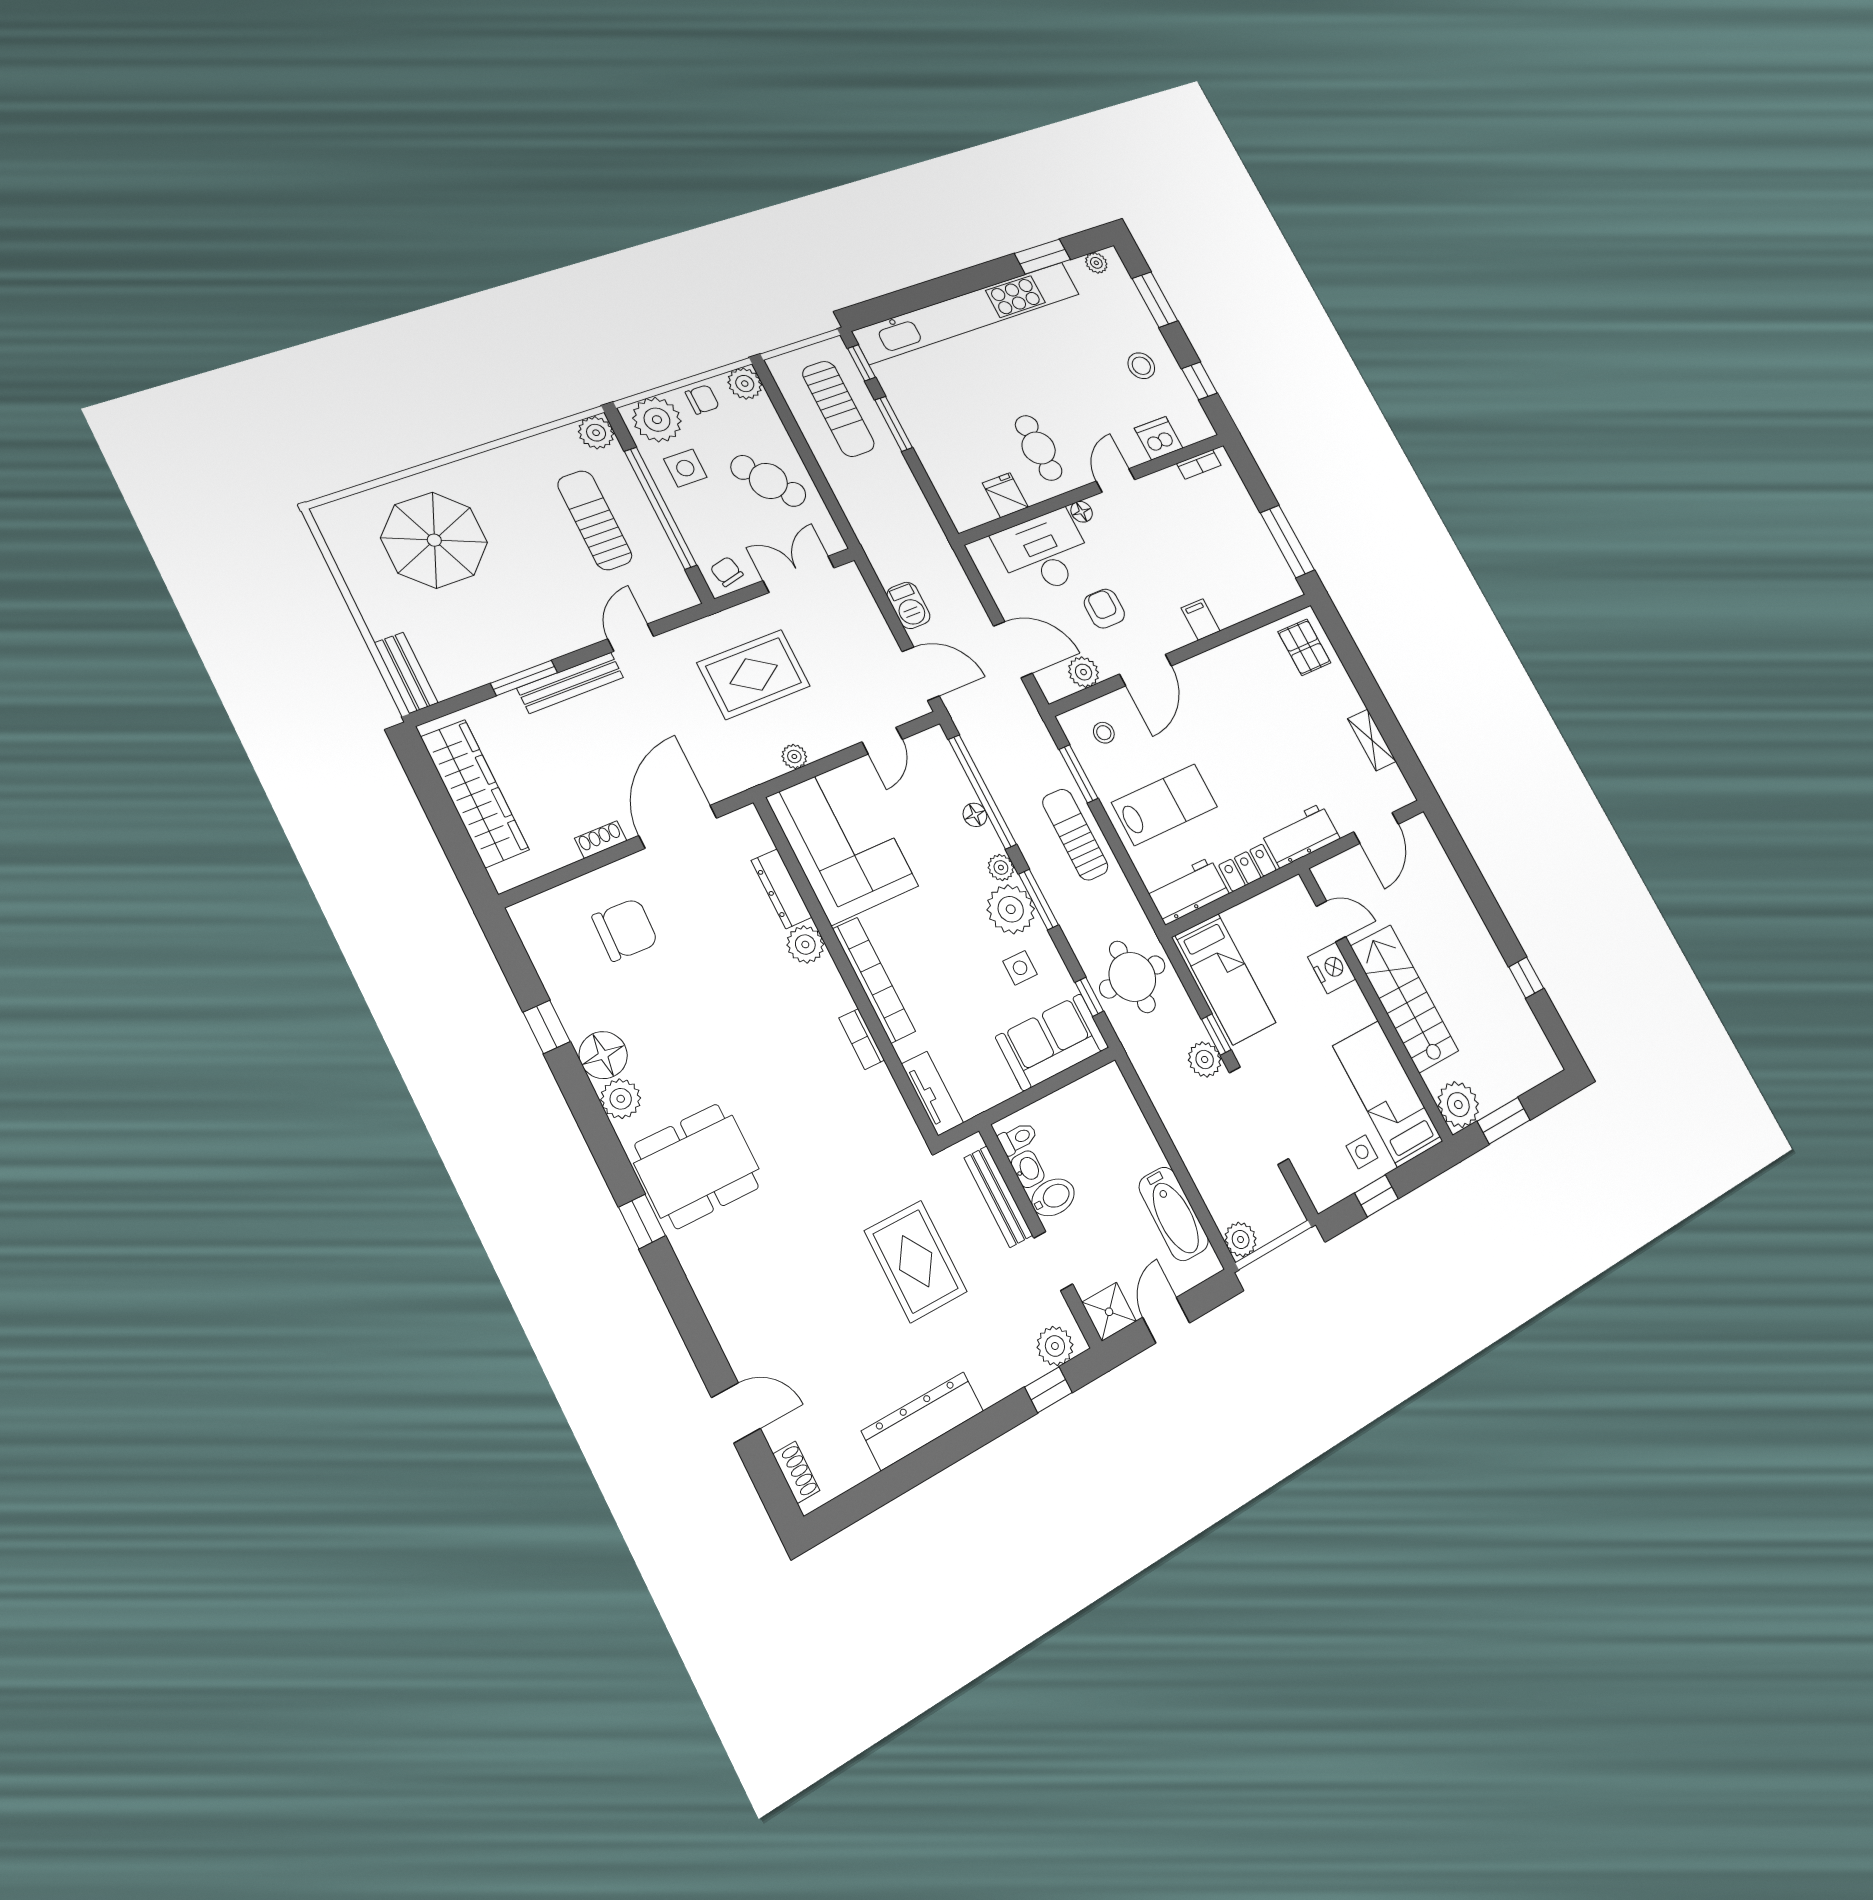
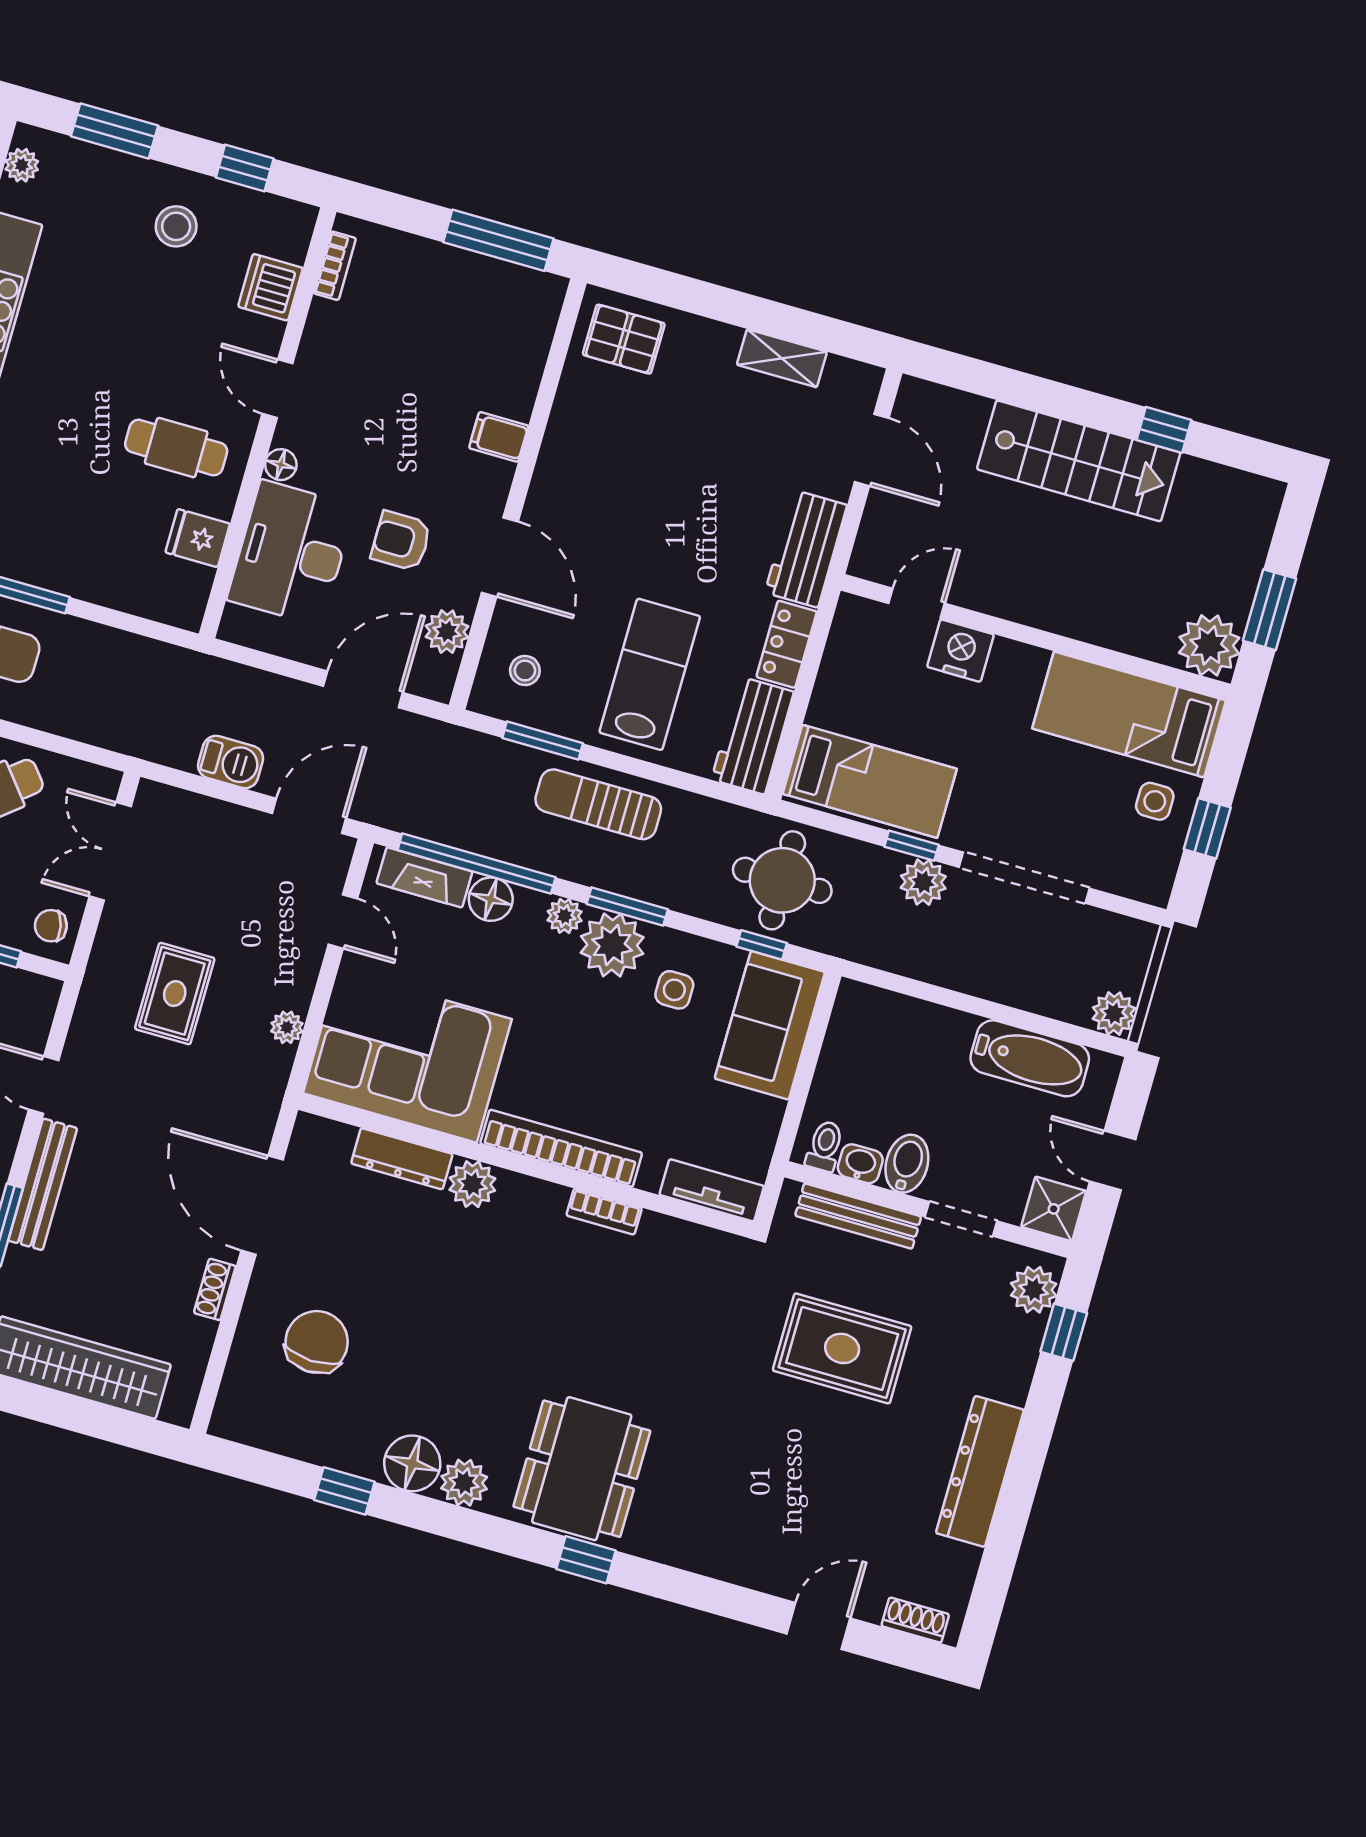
rug: (754, 674) -> (175, 994), width x0.73, depth x0.70
fireplace: (948, 768) -> (424, 877), added
floor lamp: (975, 815) -> (491, 899), width x1.37, depth x1.37
stairs: (1405, 998) -> (1079, 461), moved, turned 180

